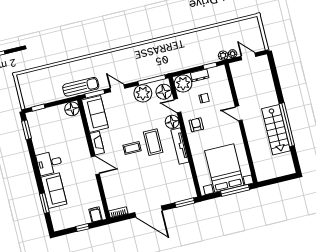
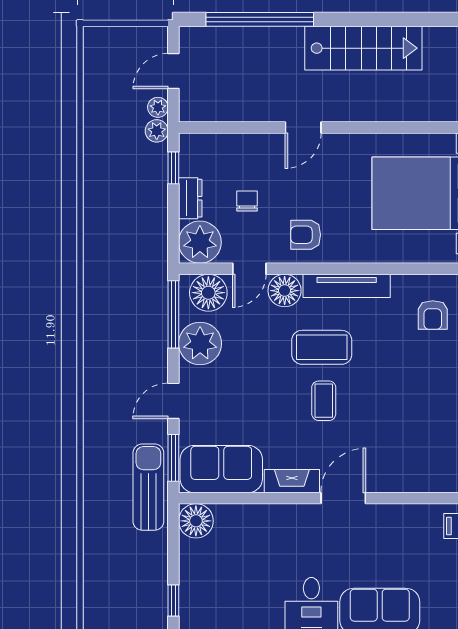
window: (287, 125) -> (260, 19), moved
armchair: (177, 183) -> (433, 315), added

